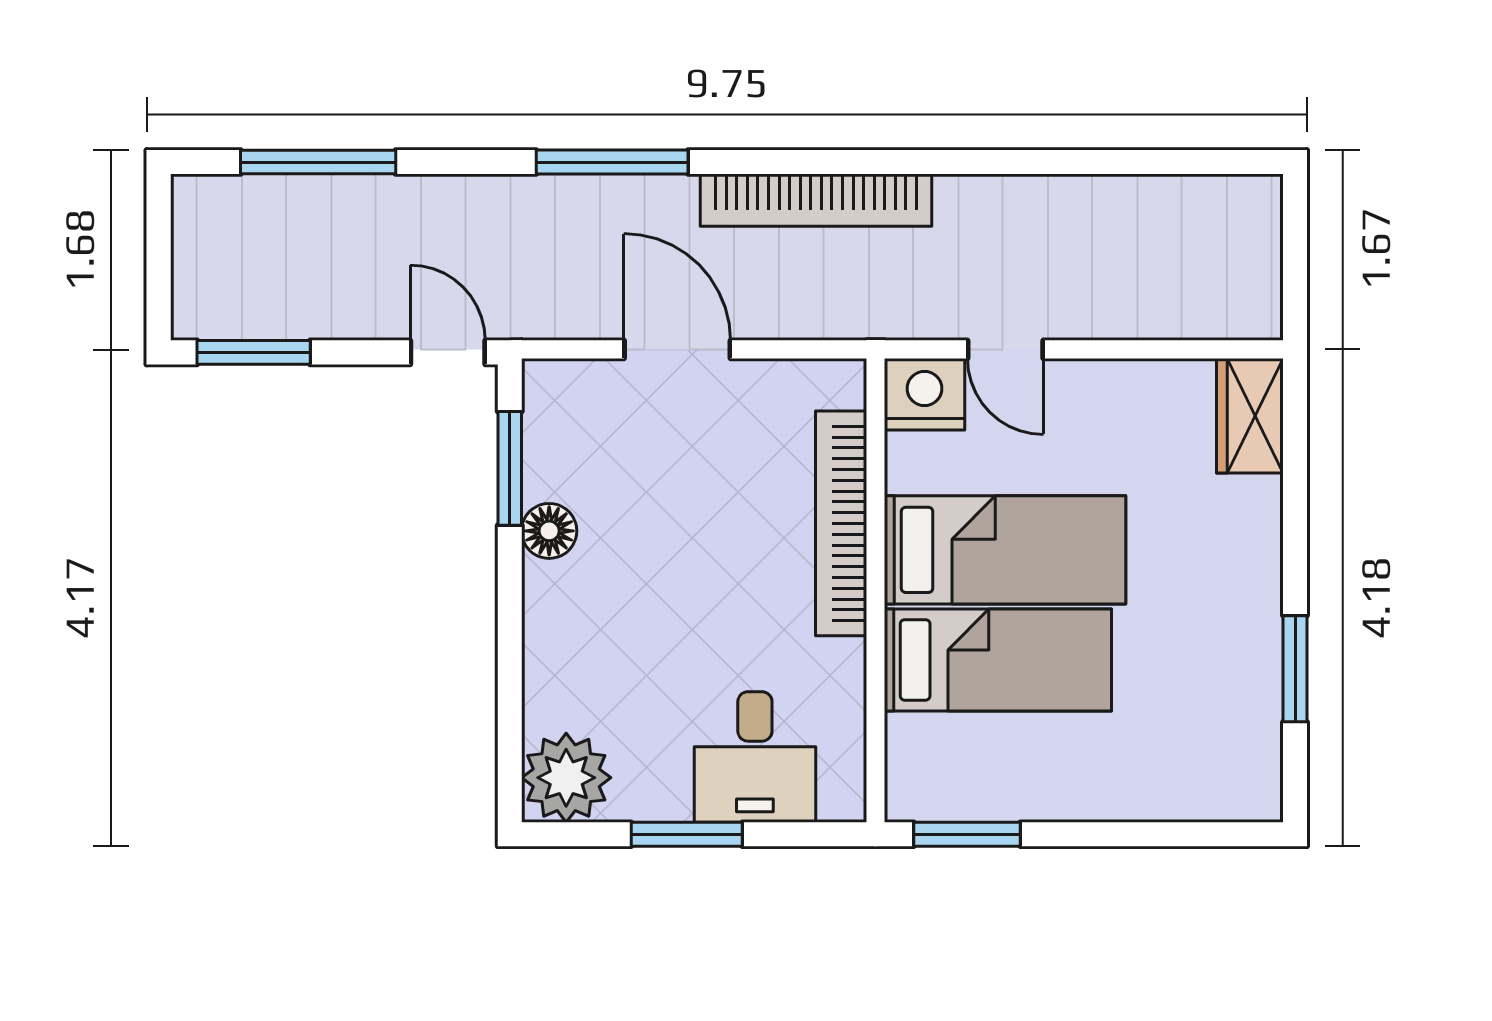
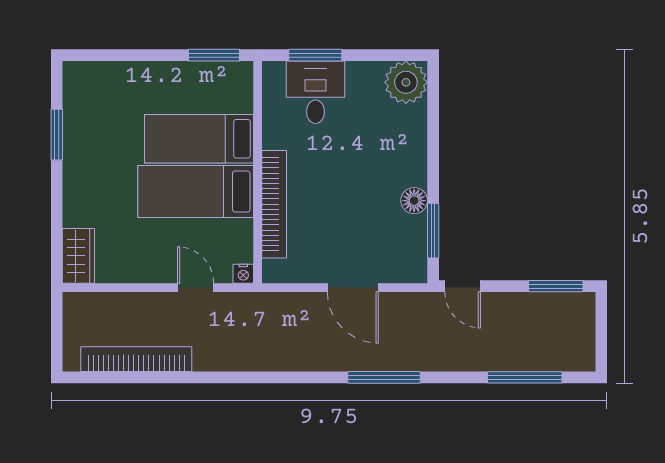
bookcase: (816, 200) -> (136, 359), moved
nightstand: (925, 394) -> (243, 274), width x0.53, depth x0.56
window: (687, 834) -> (315, 55), moved

